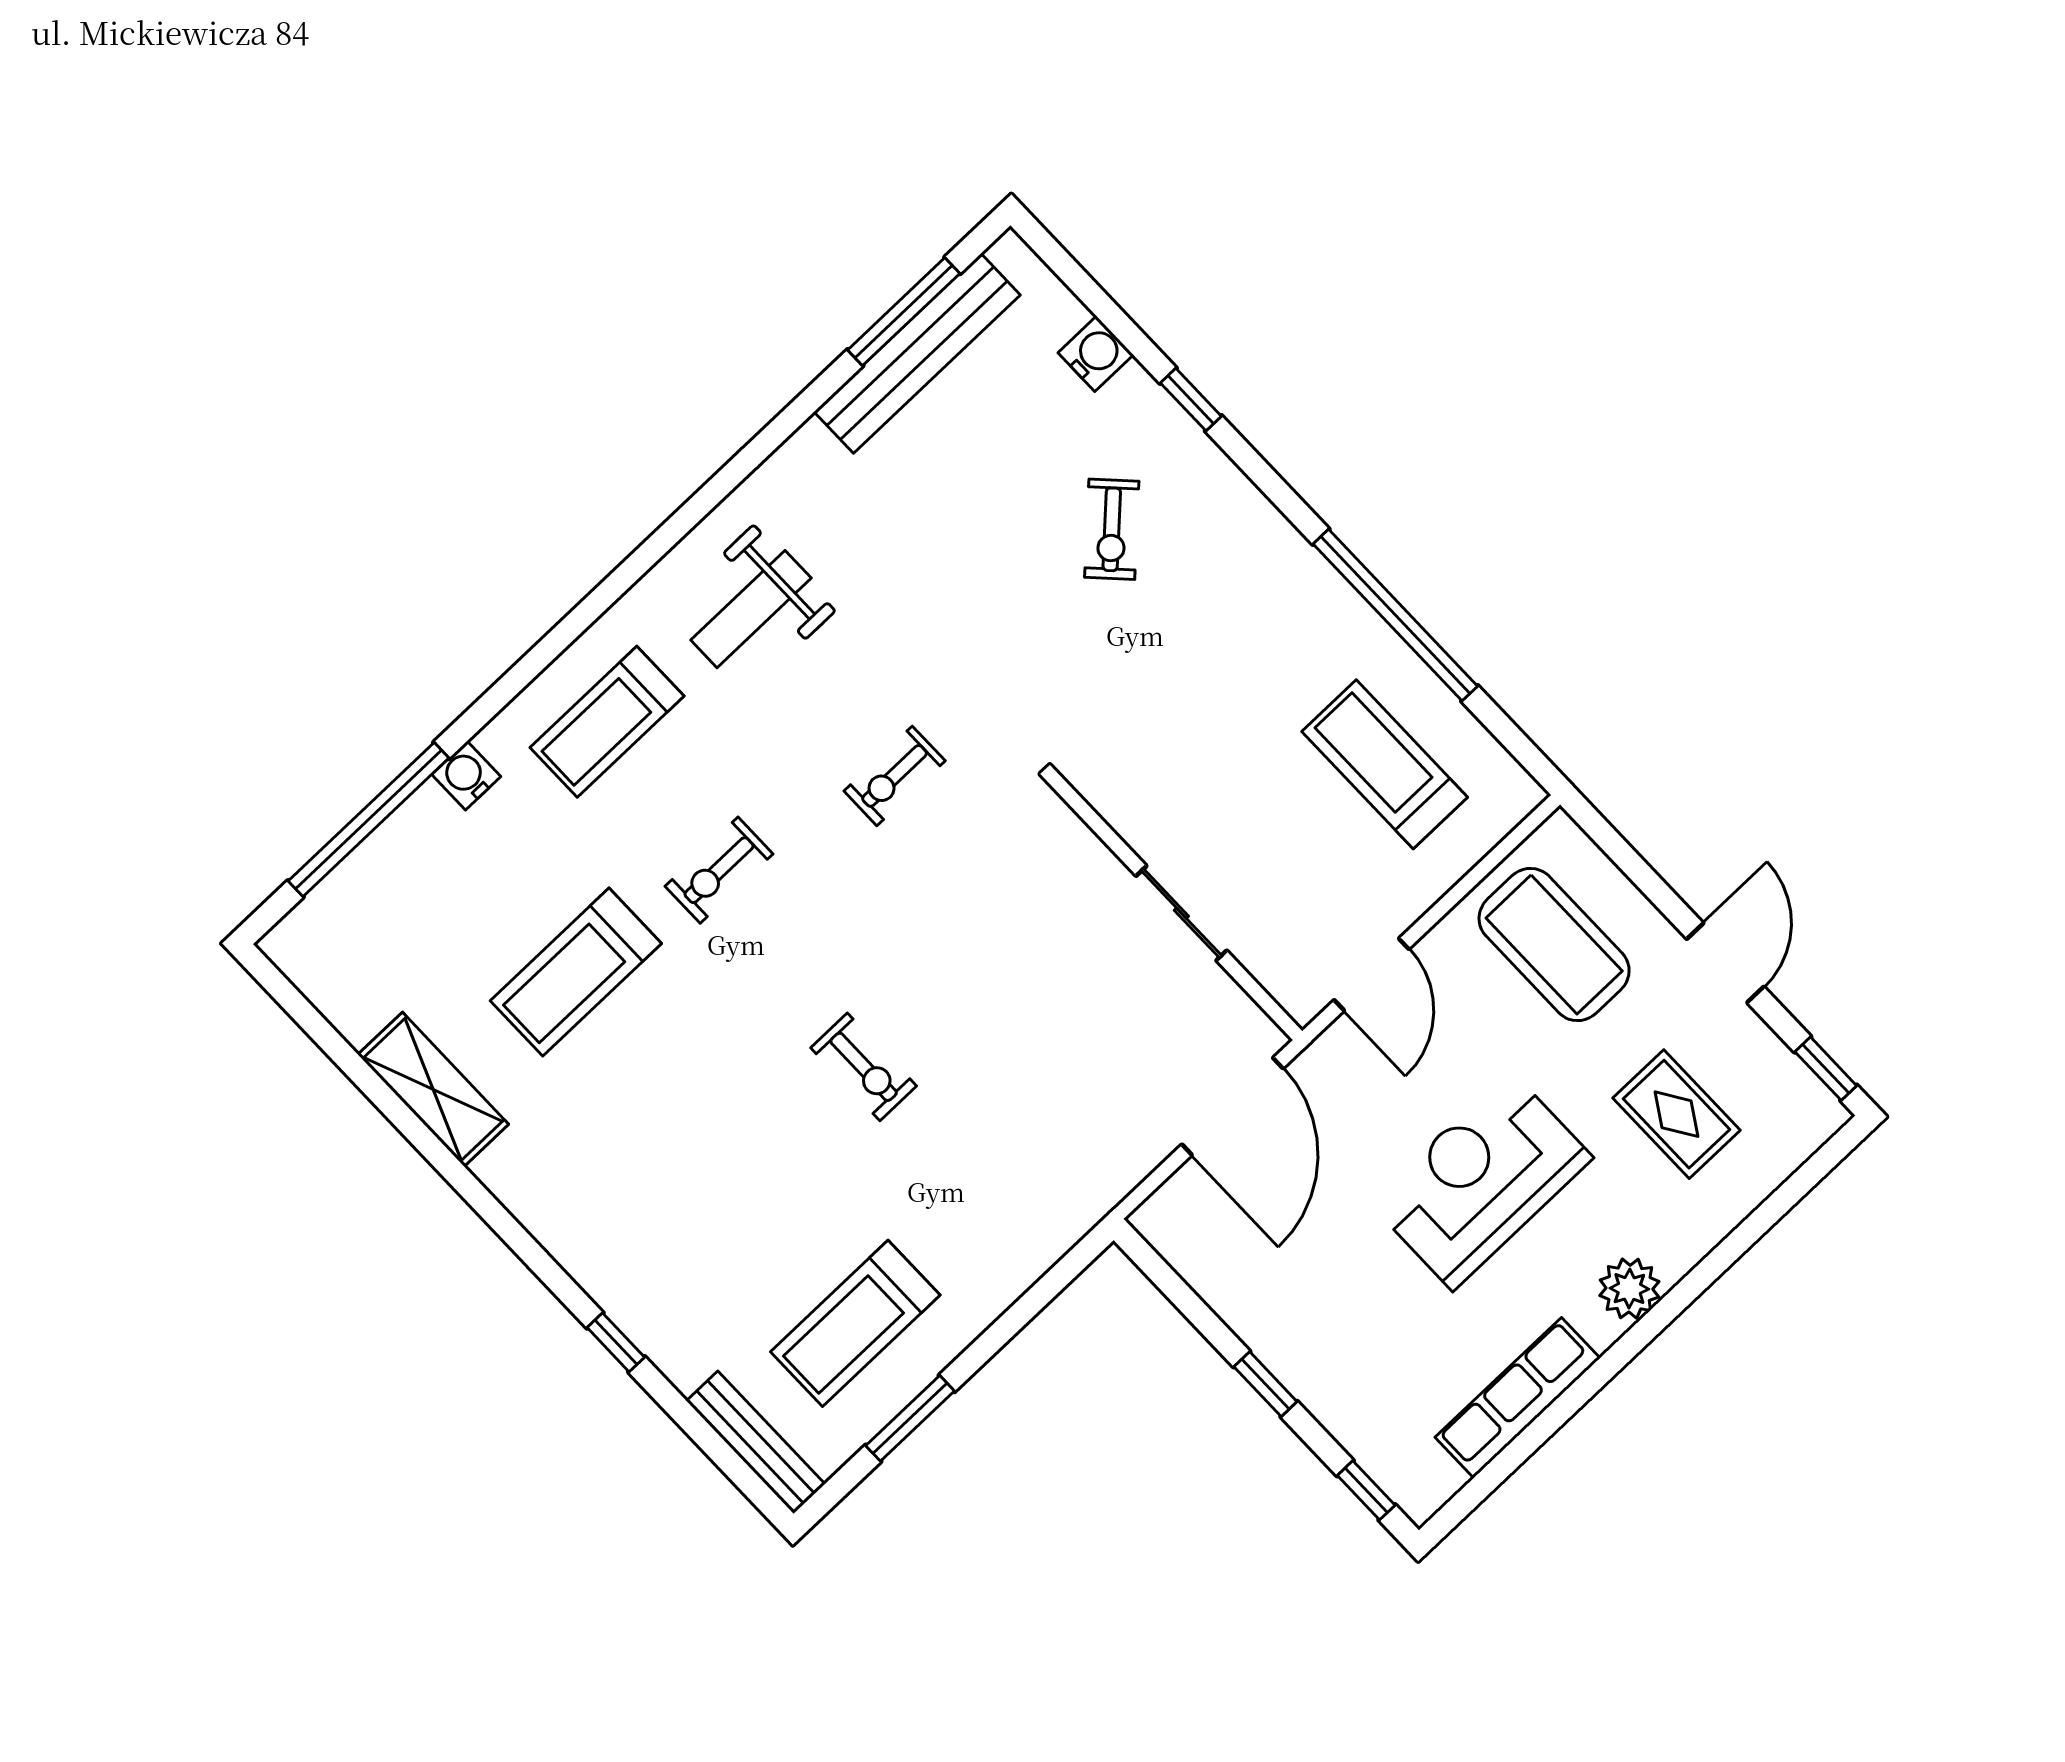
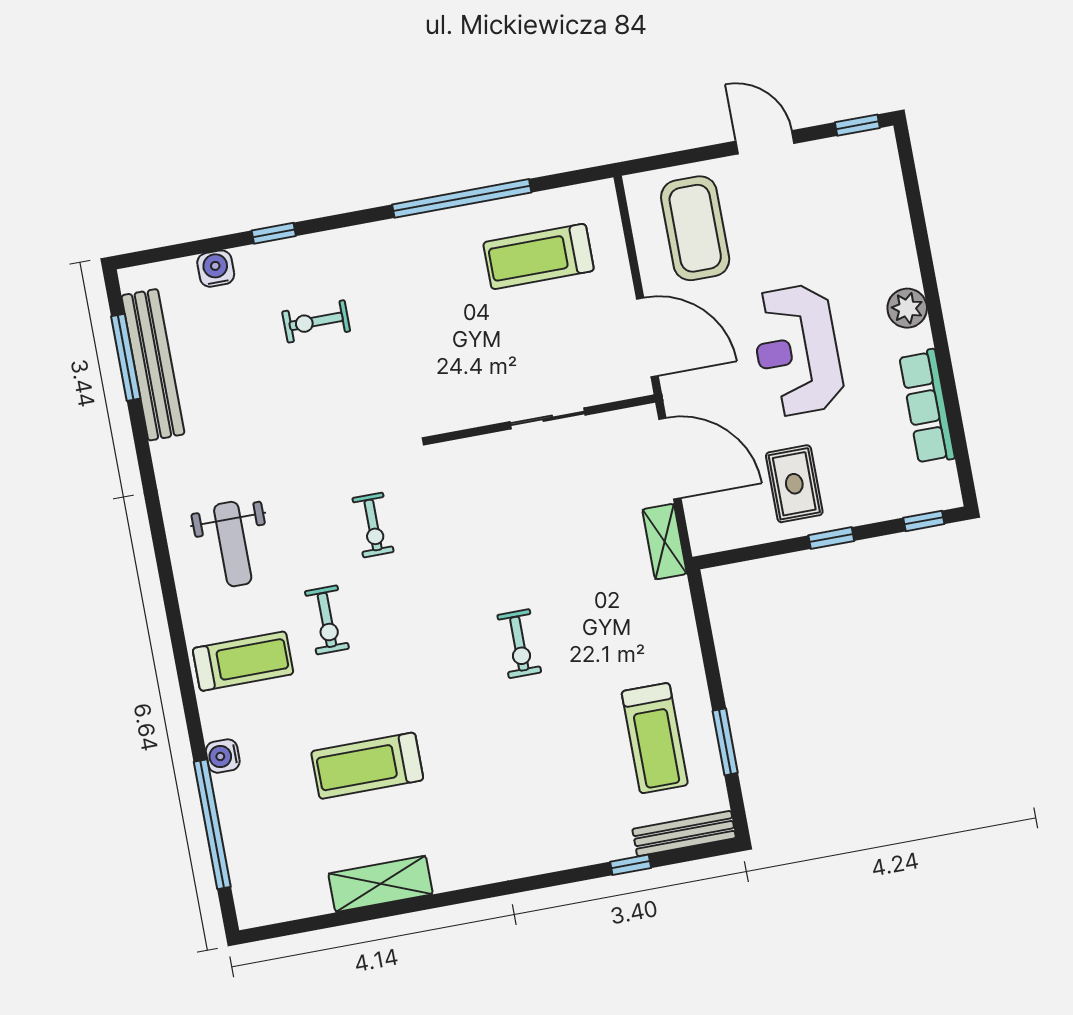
exercise bike: (1112, 529) -> (316, 321), turned 134
treadmill: (607, 722) -> (243, 661), turned -90
exercise bike: (719, 870) -> (327, 620), moved
coffee table: (1554, 945) -> (695, 228), turned 90
treadmill: (576, 972) -> (367, 766), turned 90
door: (1371, 974) -> (647, 337), width x1.36
exercise bike: (864, 1067) -> (519, 644), turned 90
rug: (1676, 1114) -> (794, 484), moved, turned 90
shelving: (1120, 1170) -> (665, 542), added
window: (616, 1342) -> (631, 865), moved

